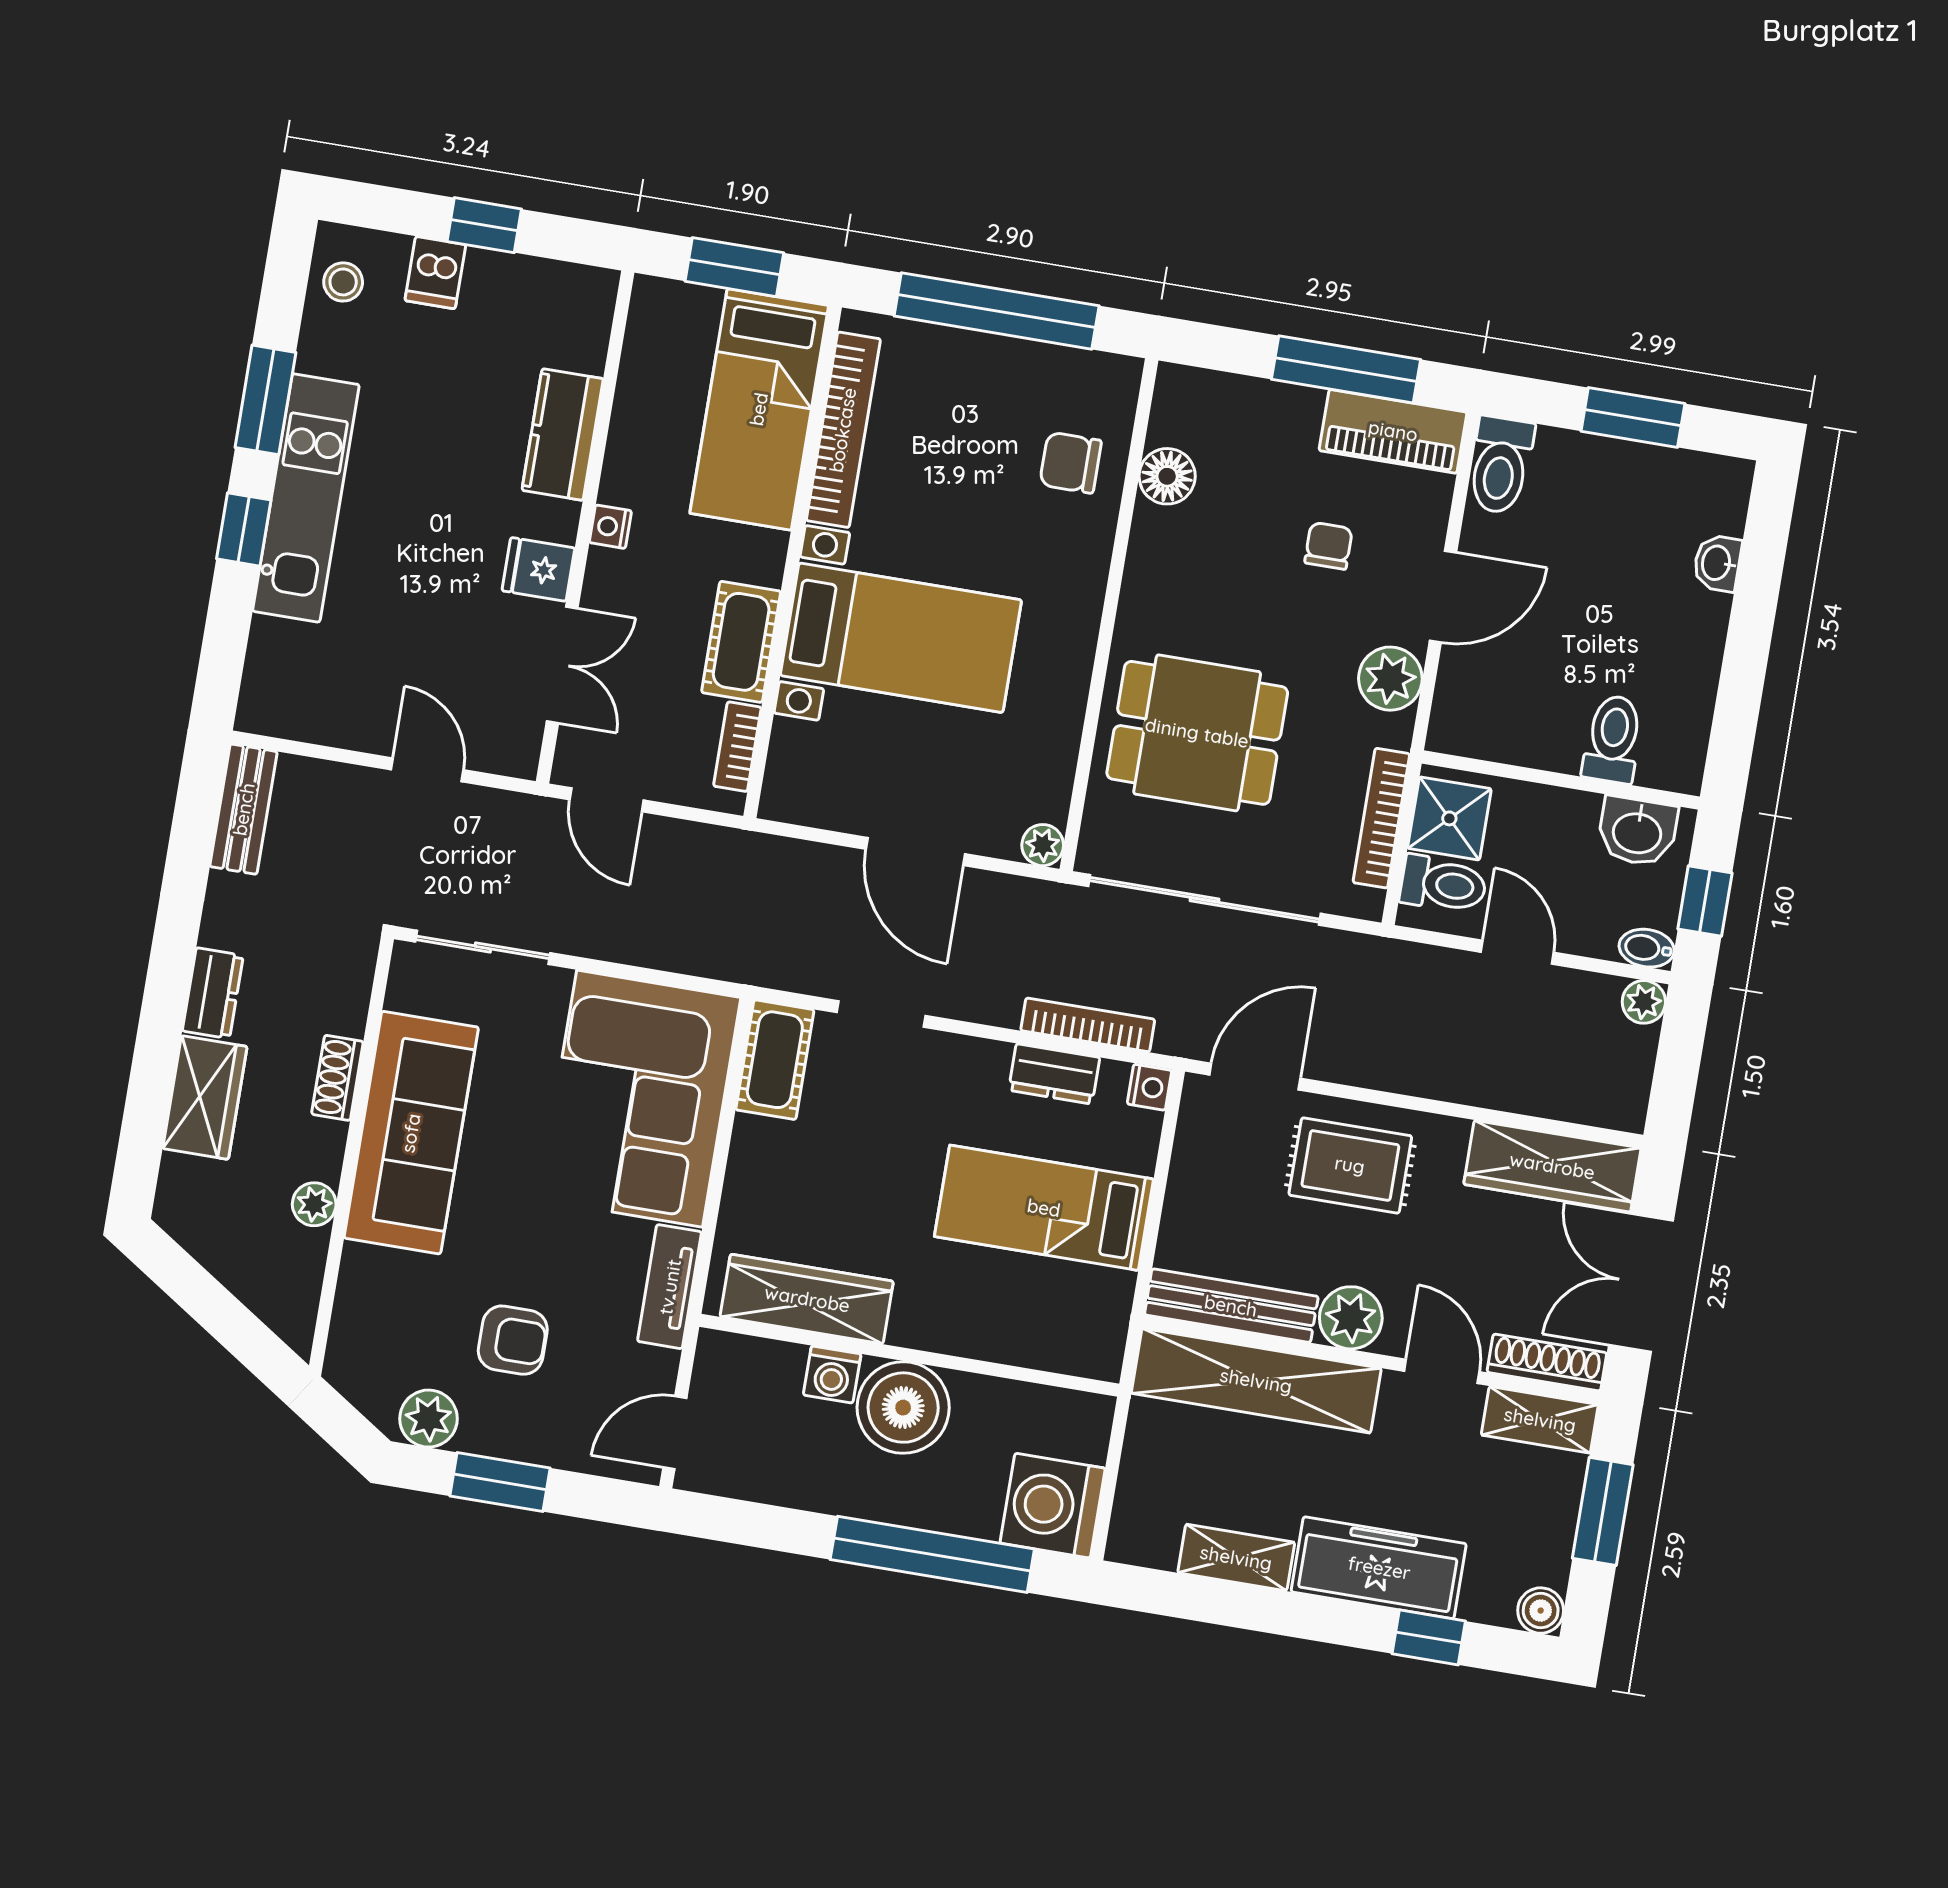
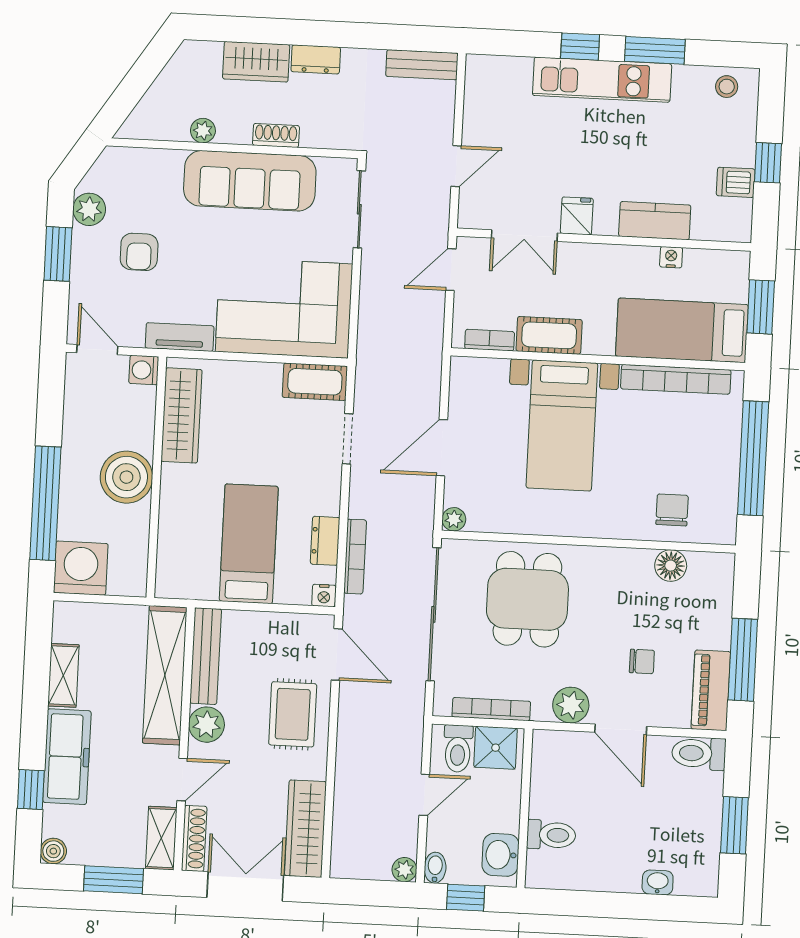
dishwasher: (435, 273) -> (736, 182), moved
nightstand: (610, 527) -> (671, 257), moved
washing machine: (832, 1375) -> (144, 370), moved

